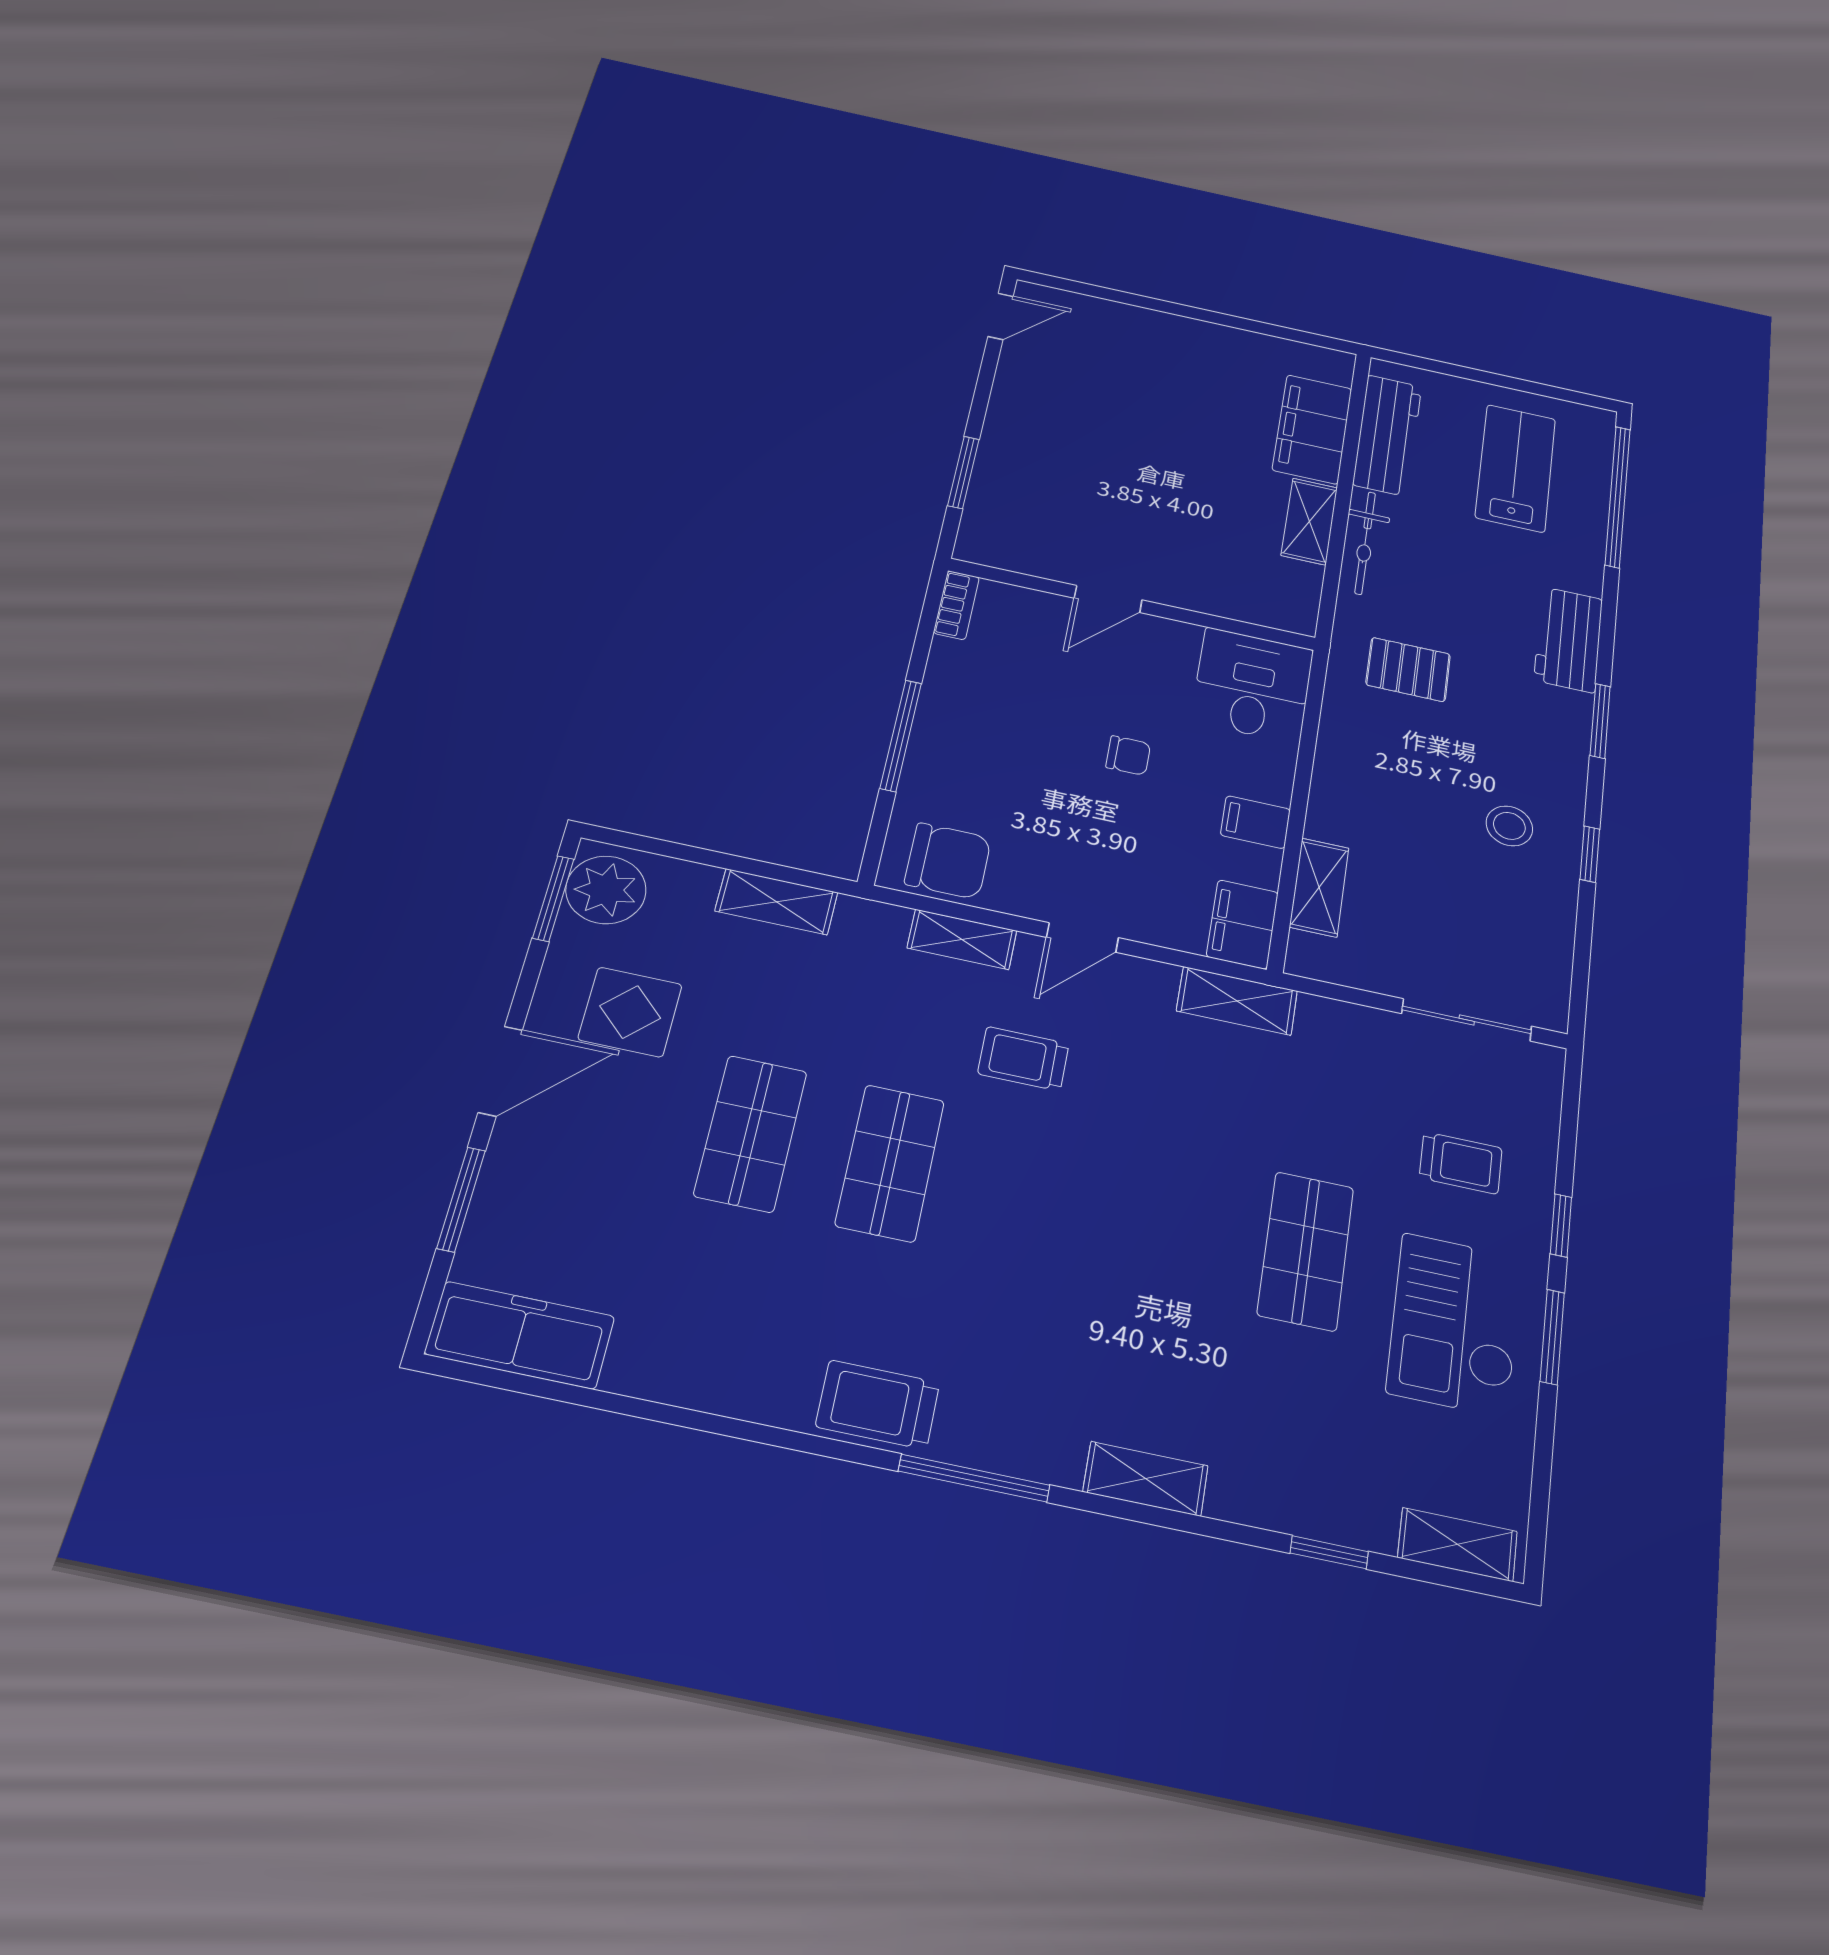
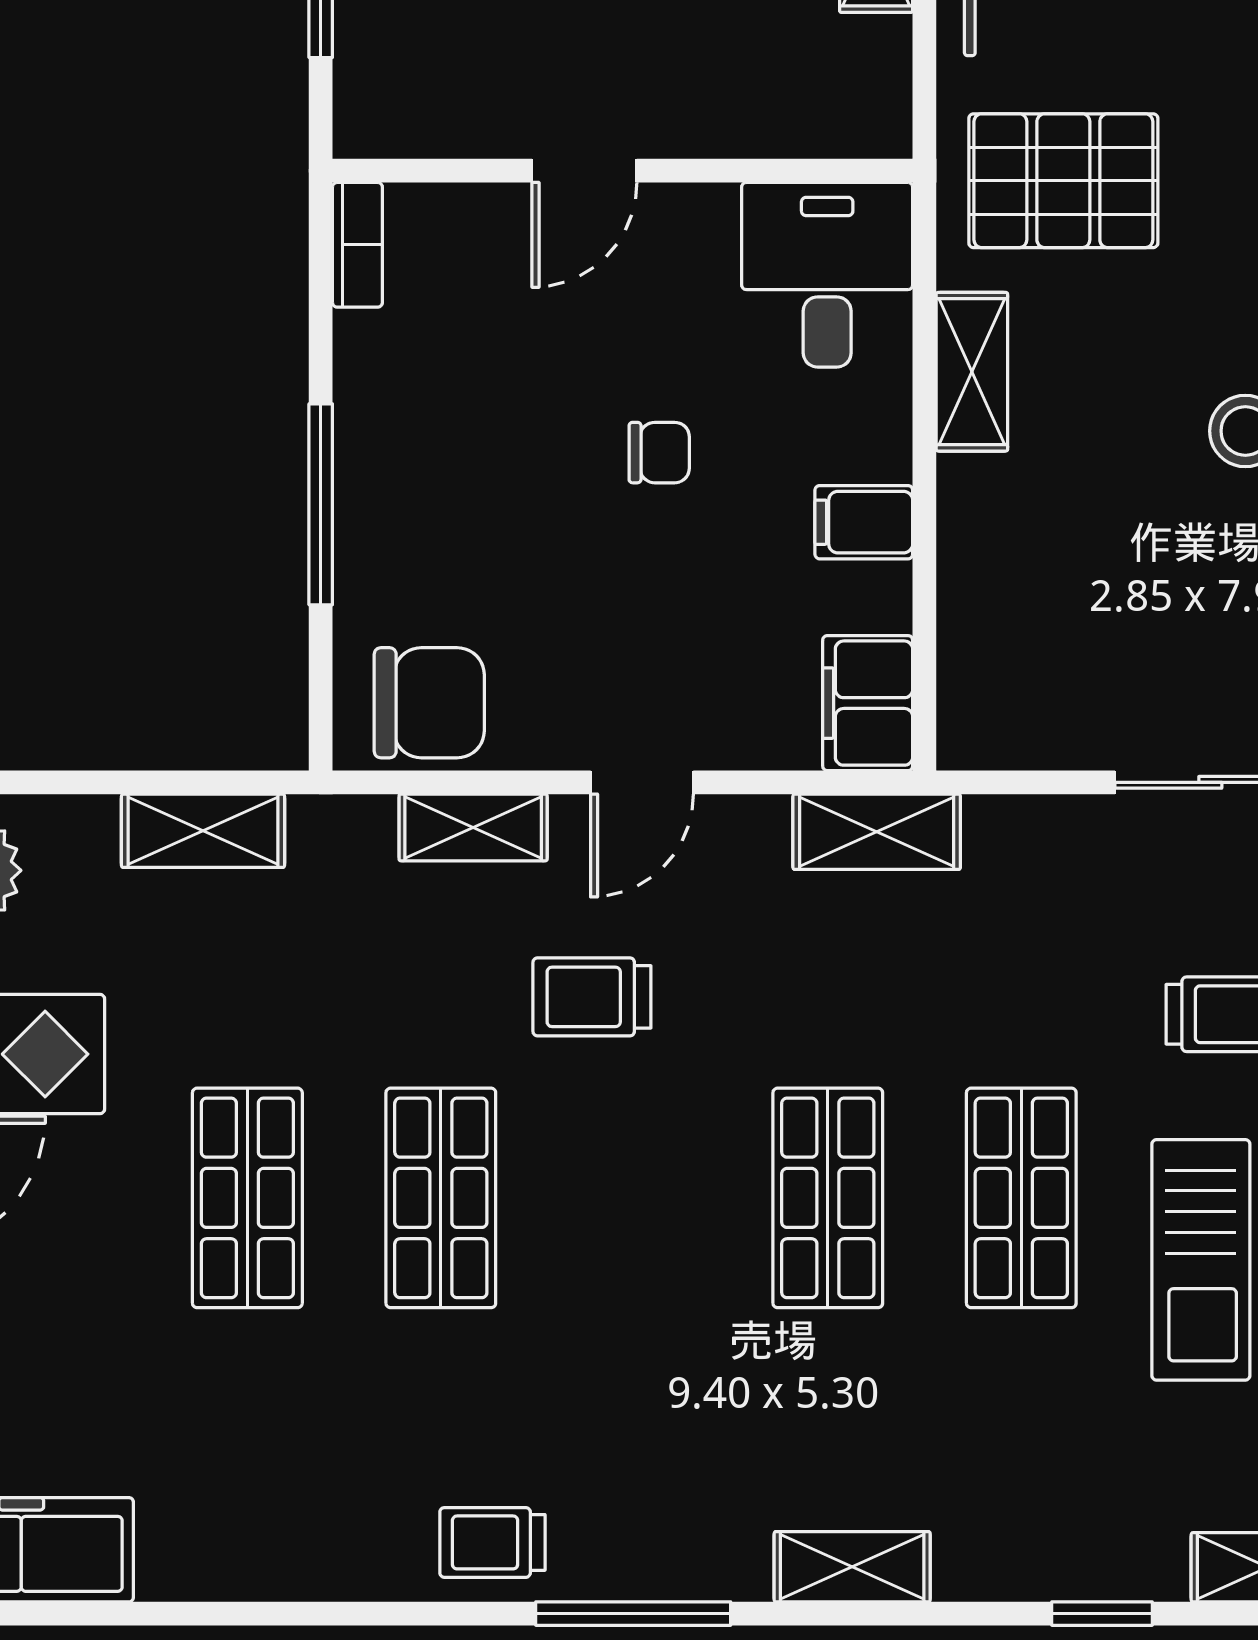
pallet: (1408, 669) -> (1063, 181), width x1.50, depth x1.42
shelving: (1319, 887) -> (972, 372), moved
shop shelf: (1167, 1222) -> (828, 1198), added
trolley: (878, 1405) -> (492, 1542), width x0.73, depth x0.72

